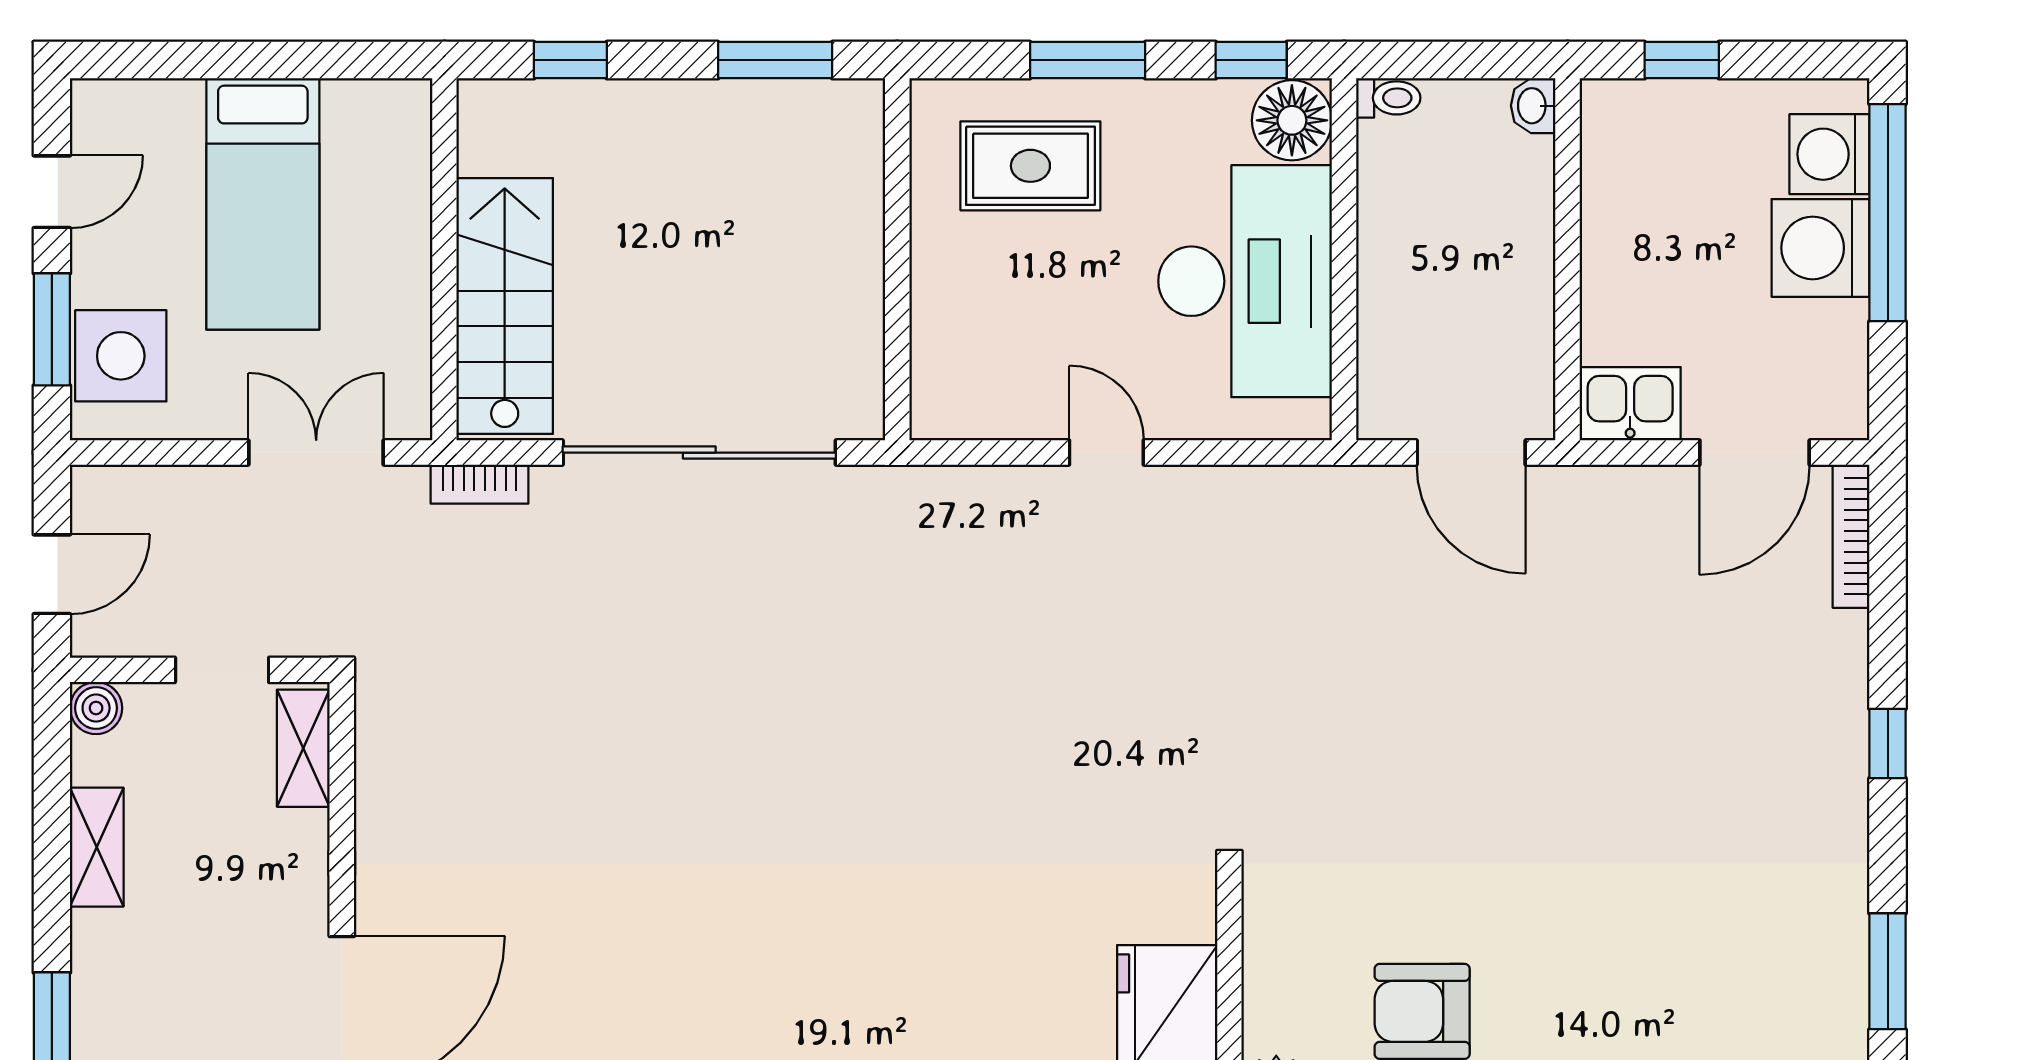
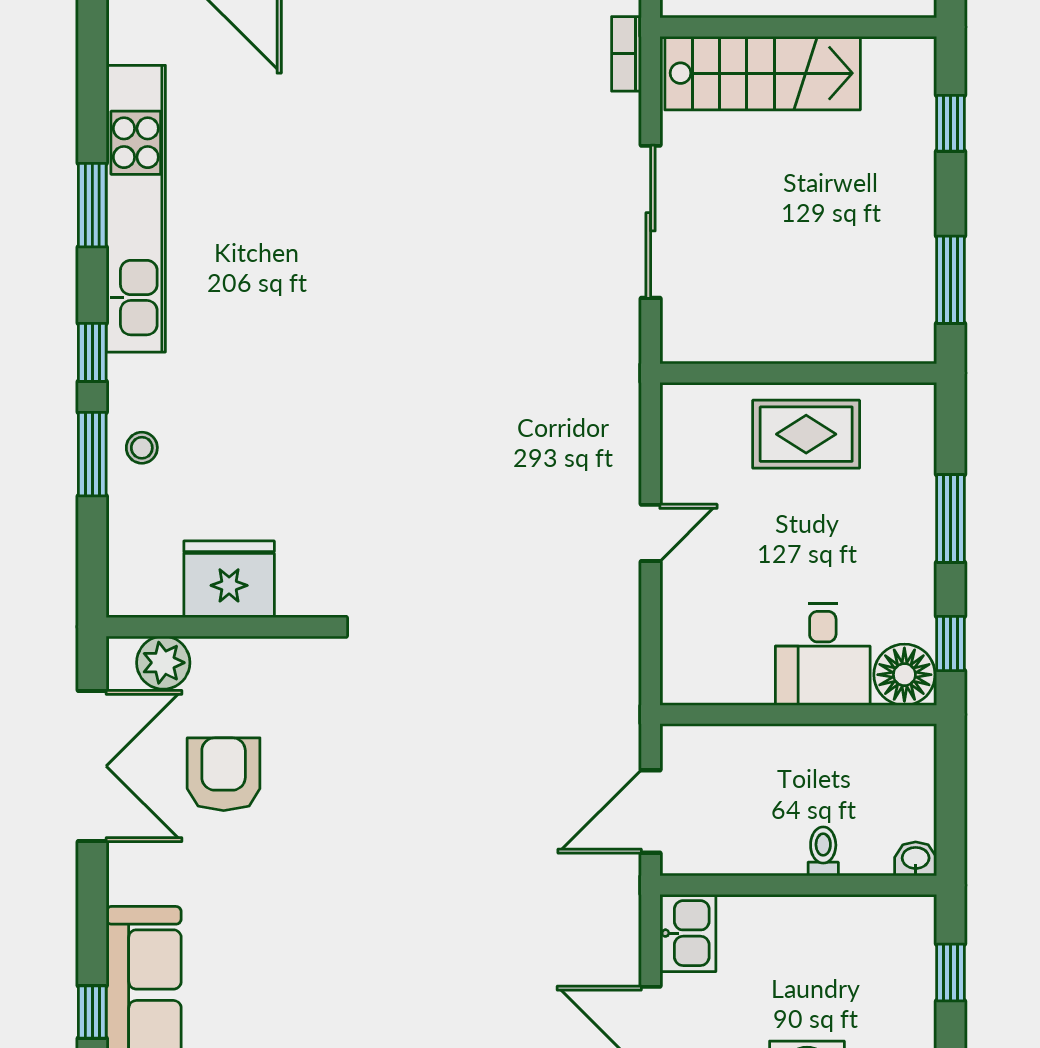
toilet: (1388, 98) -> (823, 851), moved, turned 180
rug: (1030, 166) -> (806, 434), moved, turned 90
desk: (1245, 281) -> (823, 654), width x0.53, depth x0.77
sliding door: (699, 453) -> (651, 222), width x0.73

